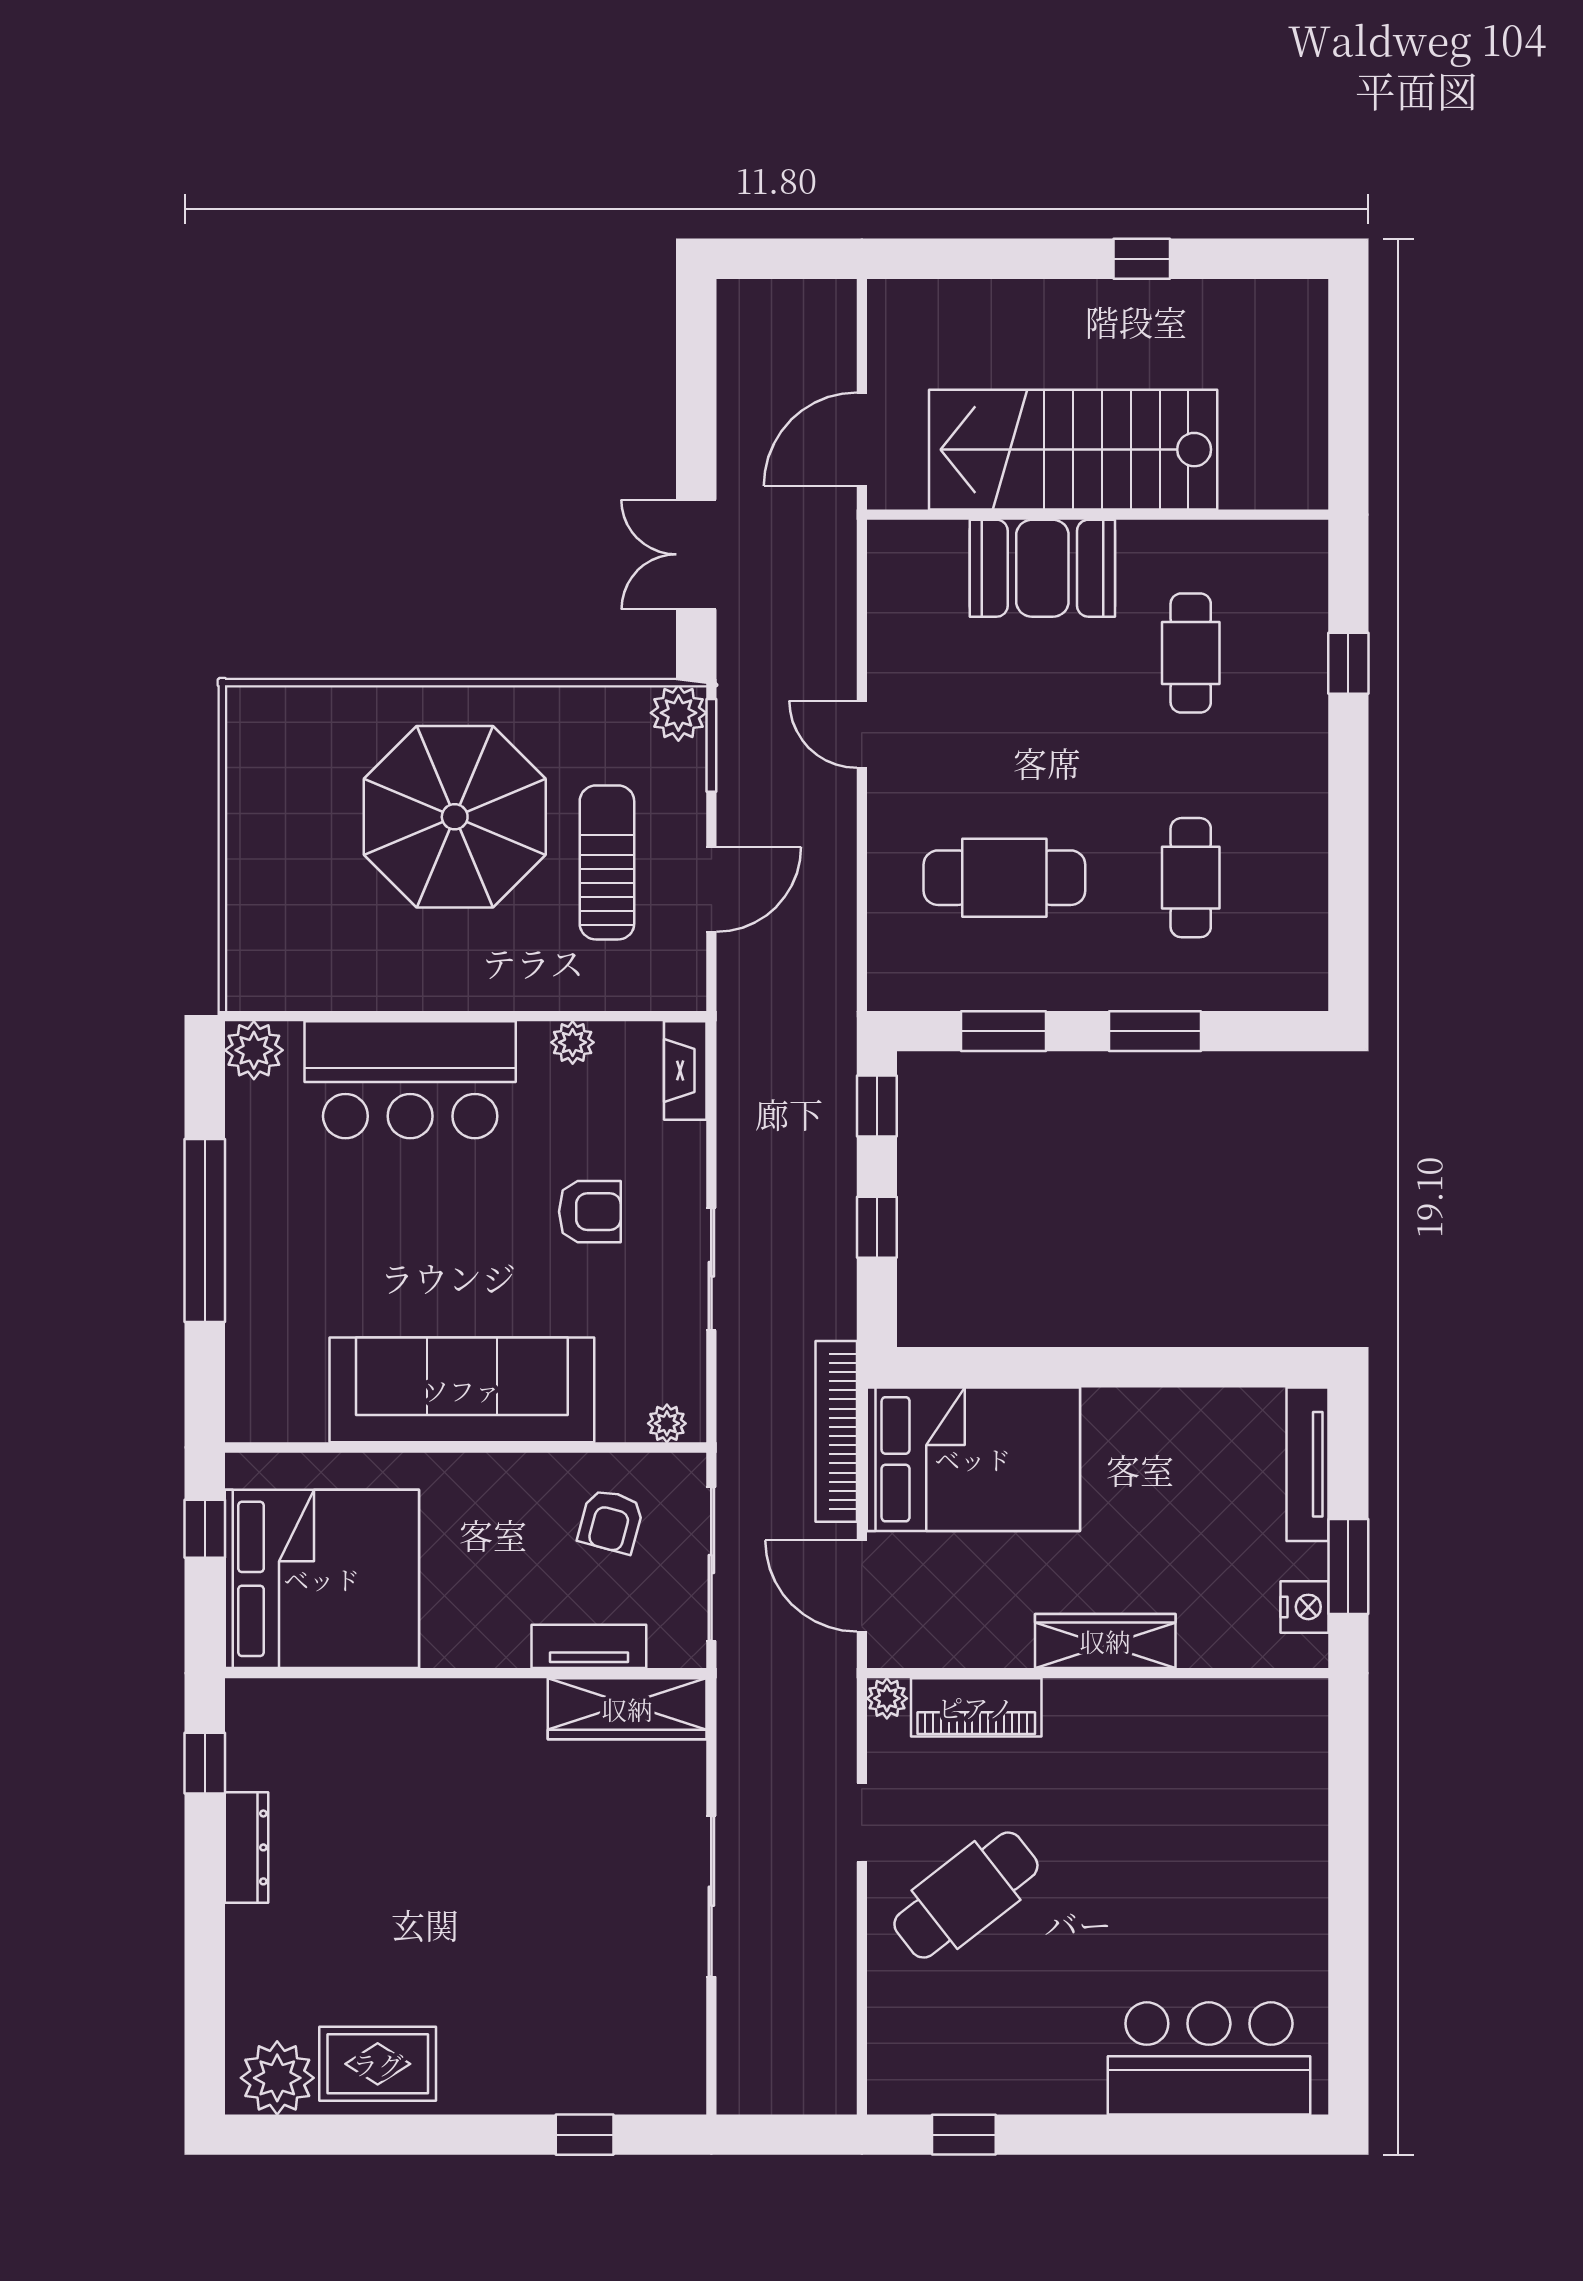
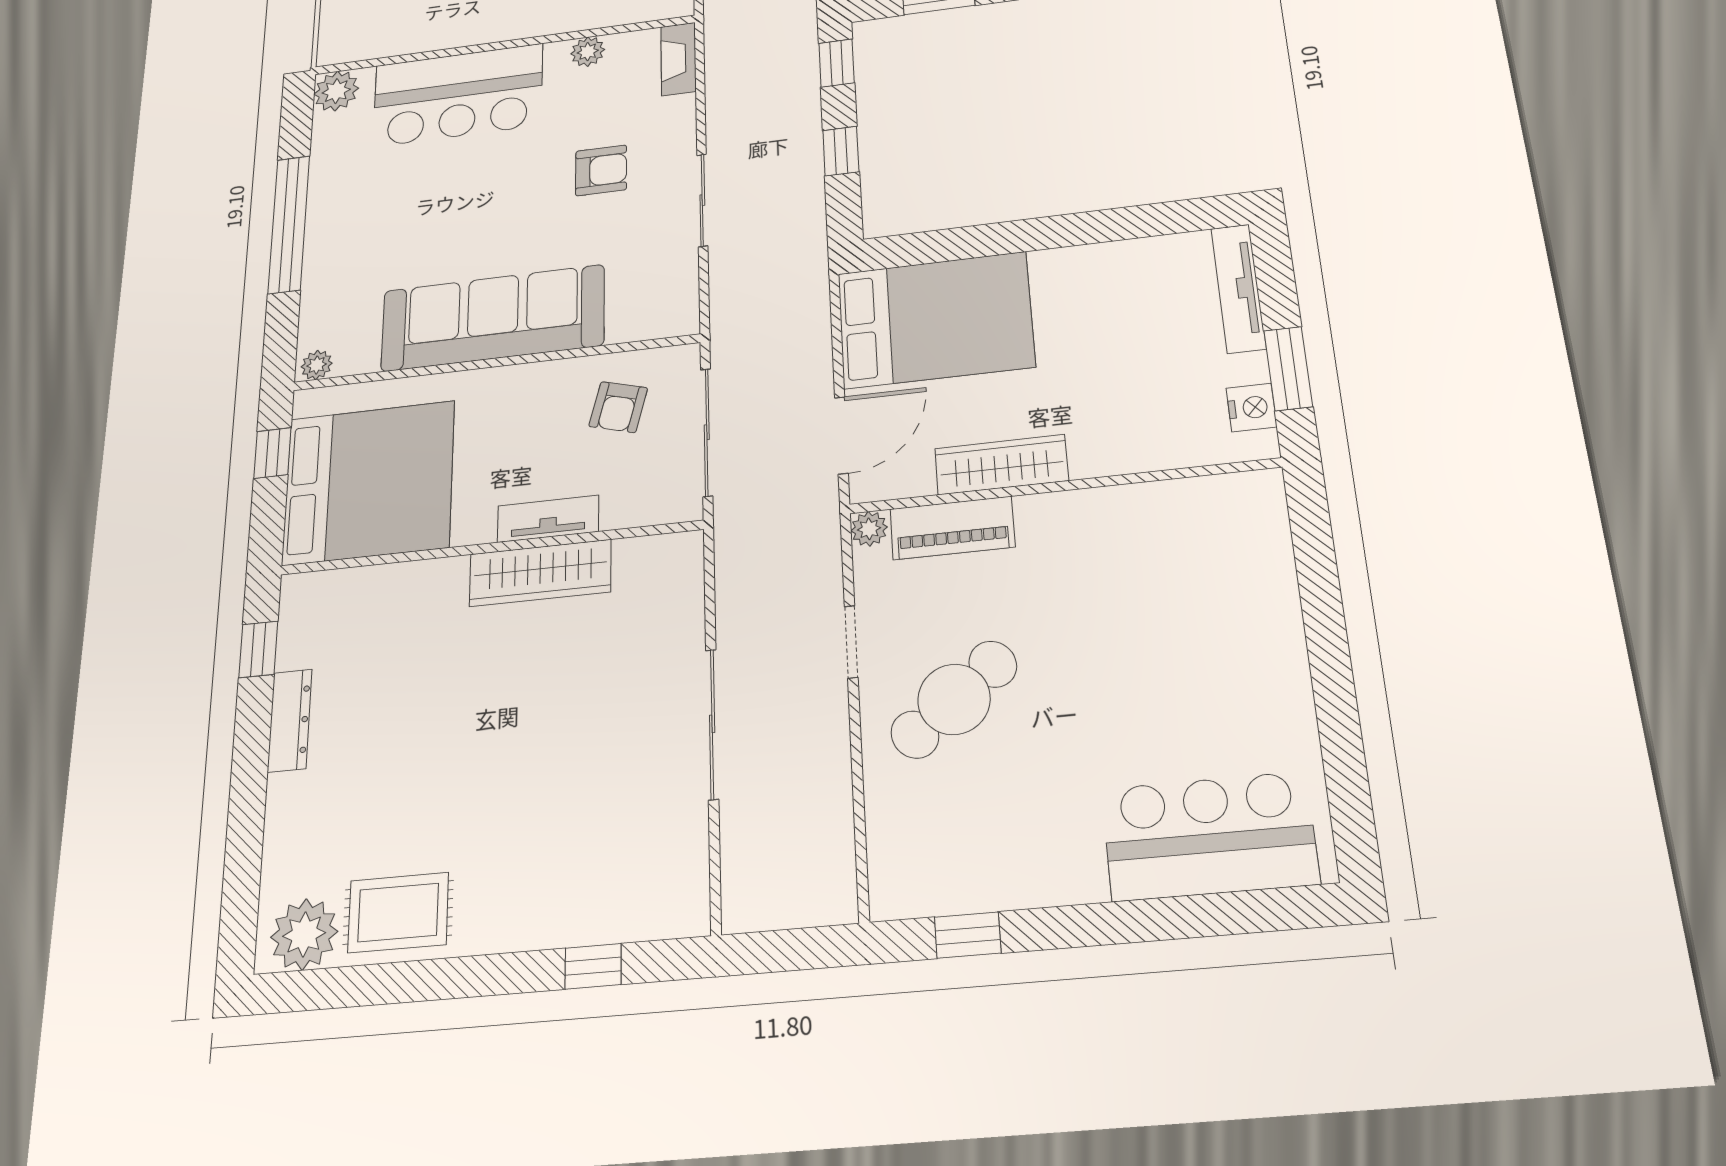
plant: (667, 1423) -> (317, 365), moved
bookcase: (836, 1431) -> (813, 312), removed
door: (862, 1586) -> (841, 435), swing flipped
wardrobe: (1105, 1641) -> (1001, 465), moved
tv unit: (589, 1646) -> (548, 519), moved
wardrobe: (627, 1709) -> (540, 573), moved

